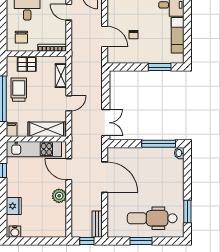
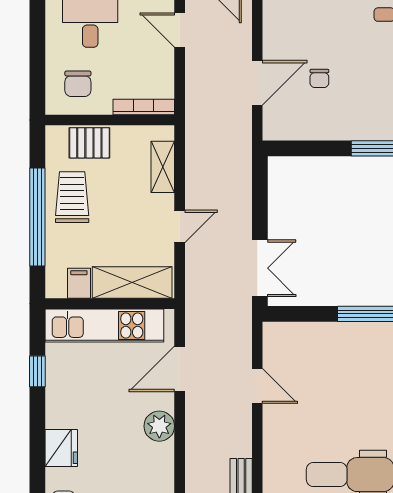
door: (105, 37) -> (257, 83), hinge flipped
filing cabinet: (12, 130) -> (79, 283), moved
door: (69, 169) -> (180, 369), hinge flipped
door: (105, 177) -> (257, 386), width x0.53

